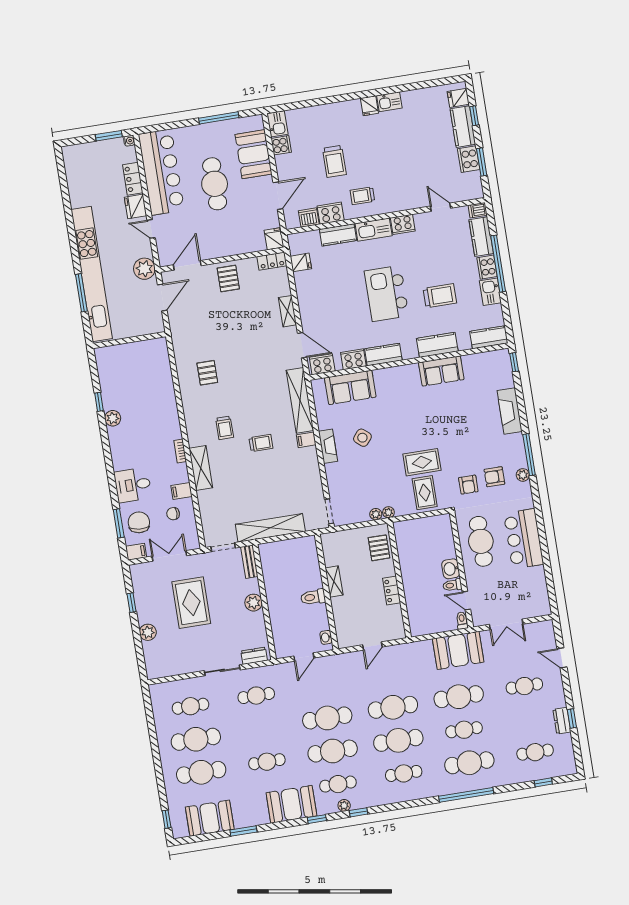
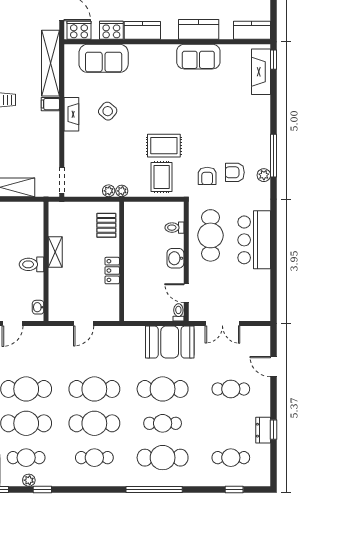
fireplace: (510, 411) -> (261, 72), moved
toilet: (452, 585) -> (174, 228), moved

